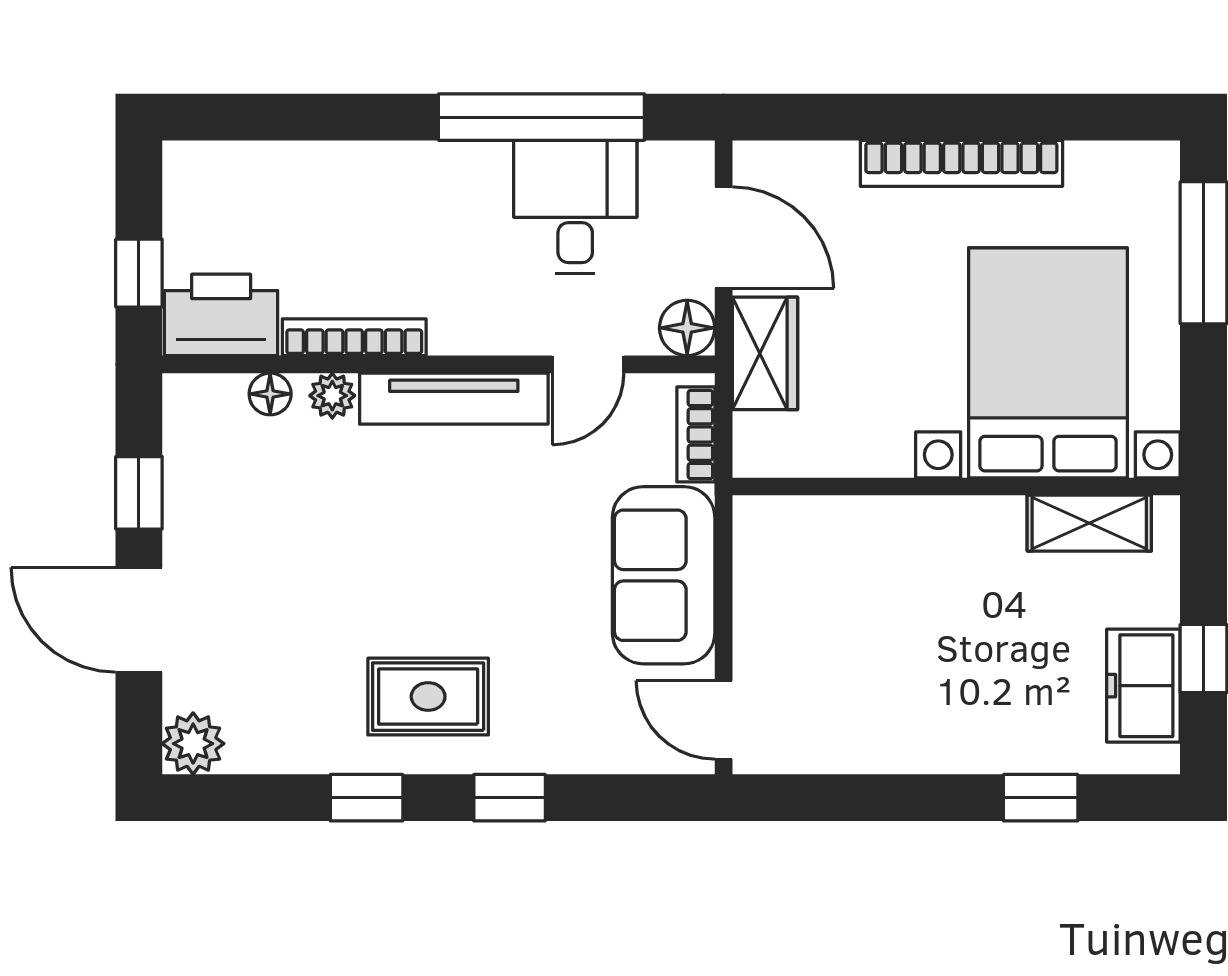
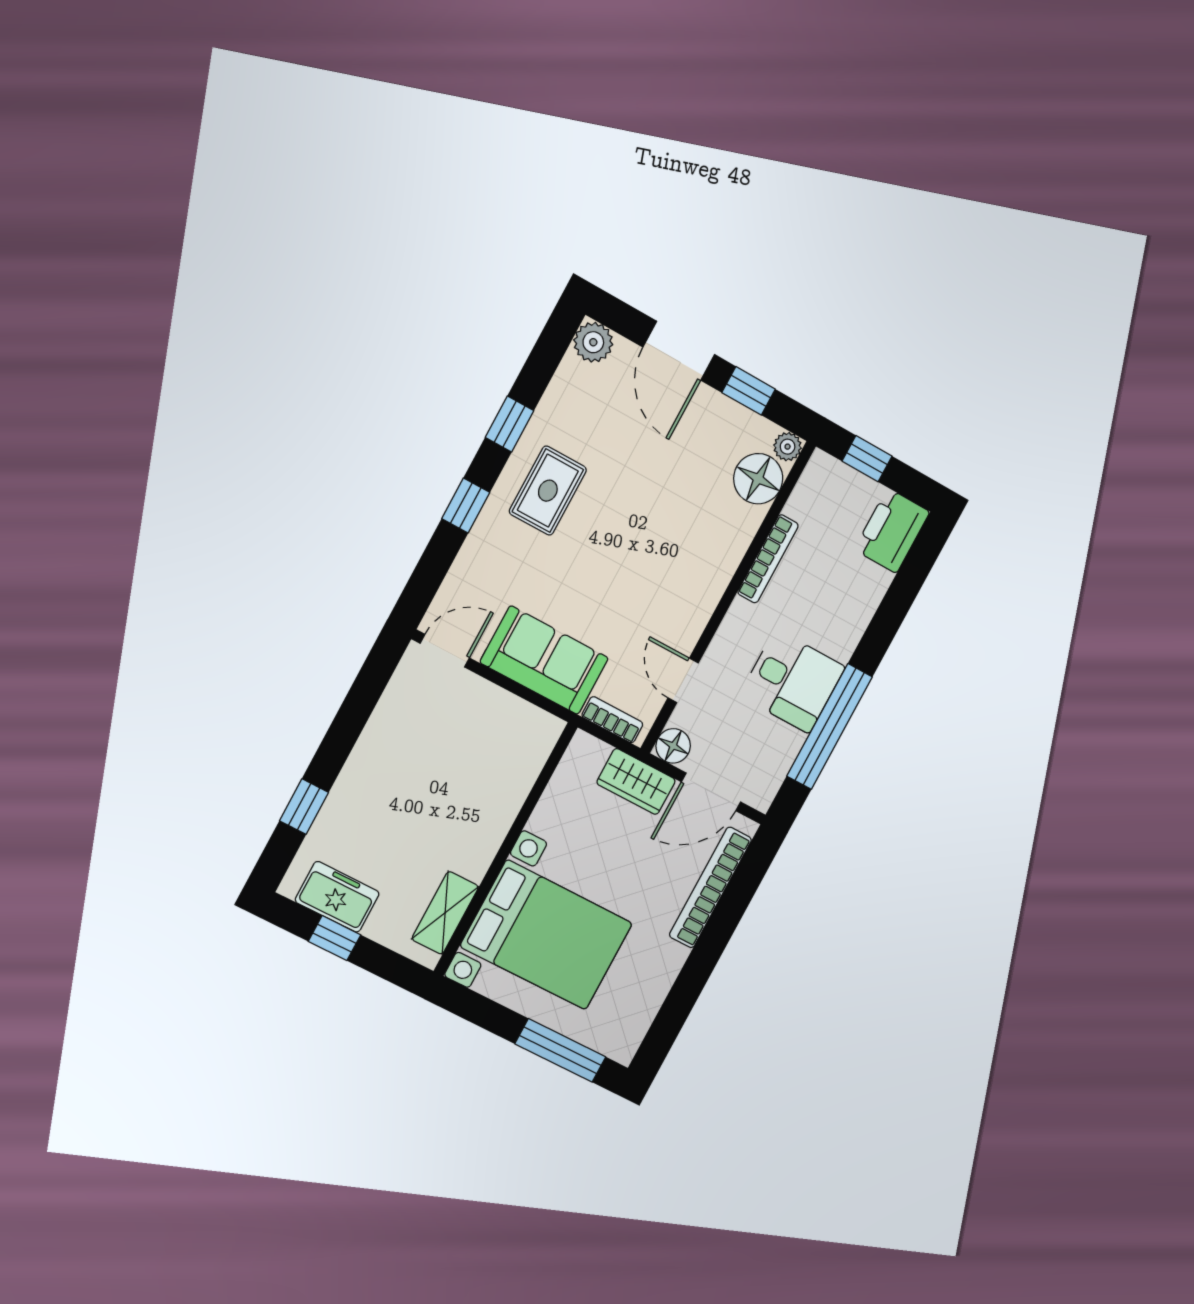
bookcase: (961, 163) -> (710, 887), moved
desk: (575, 207) -> (792, 681), moved
printer: (221, 315) -> (892, 531), moved, turned 180
floor lamp: (270, 394) -> (758, 479), width x1.89, depth x1.89
plant: (332, 396) -> (788, 447), moved
tv unit: (454, 399) -> (705, 596), removed
door: (139, 620) -> (679, 351), swing flipped

